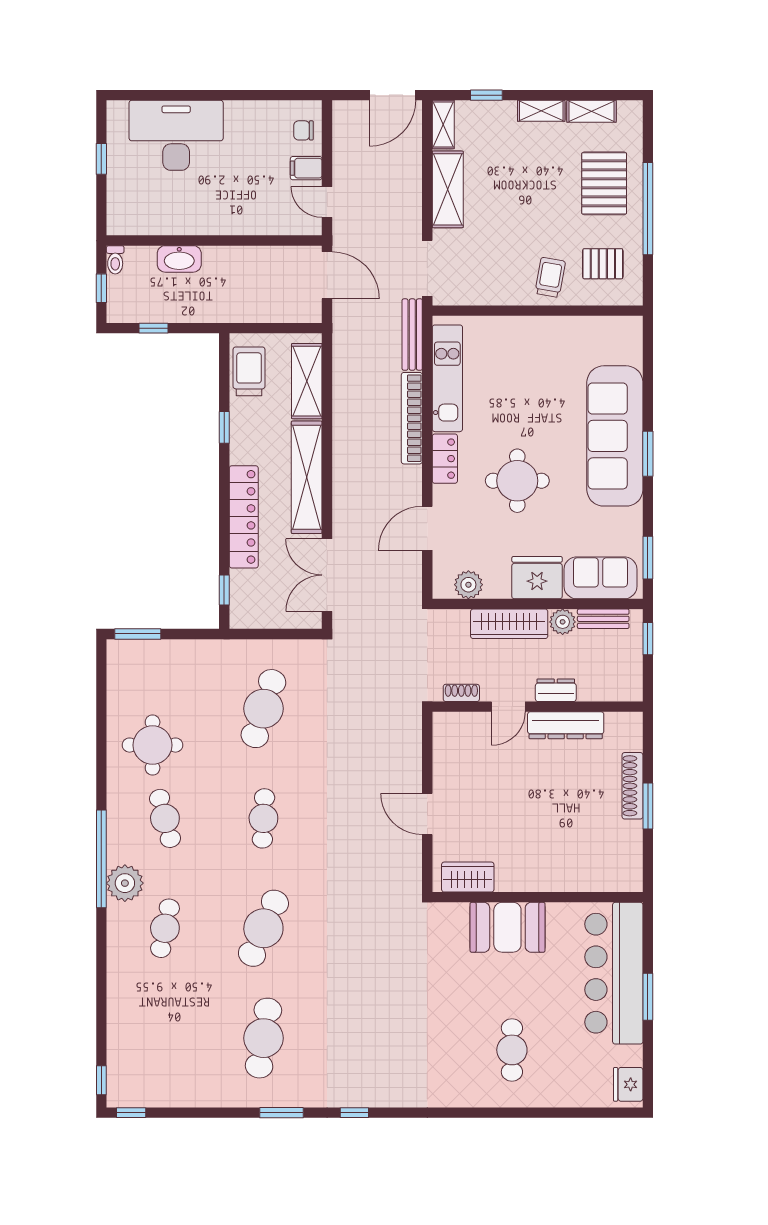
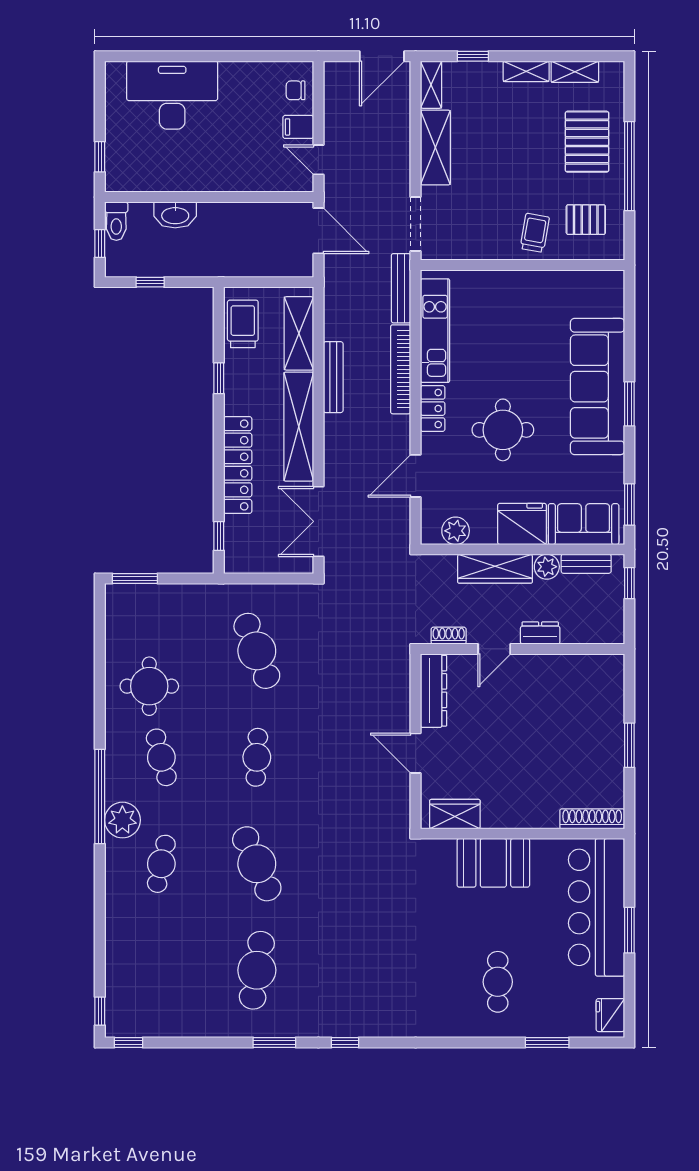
window: (101, 159) -> (100, 157), moved
toilet: (115, 260) -> (116, 221), width x1.37, depth x1.39
bench: (342, 426) -> (333, 377), added
cafe table: (263, 709) -> (257, 651), turned -39
dresser: (566, 725) -> (434, 691), moved, turned -90
shoe rack: (632, 786) -> (592, 819), moved, turned 90
cafe table: (263, 928) -> (257, 864), turned -48
window: (563, 1113) -> (547, 1043), added

